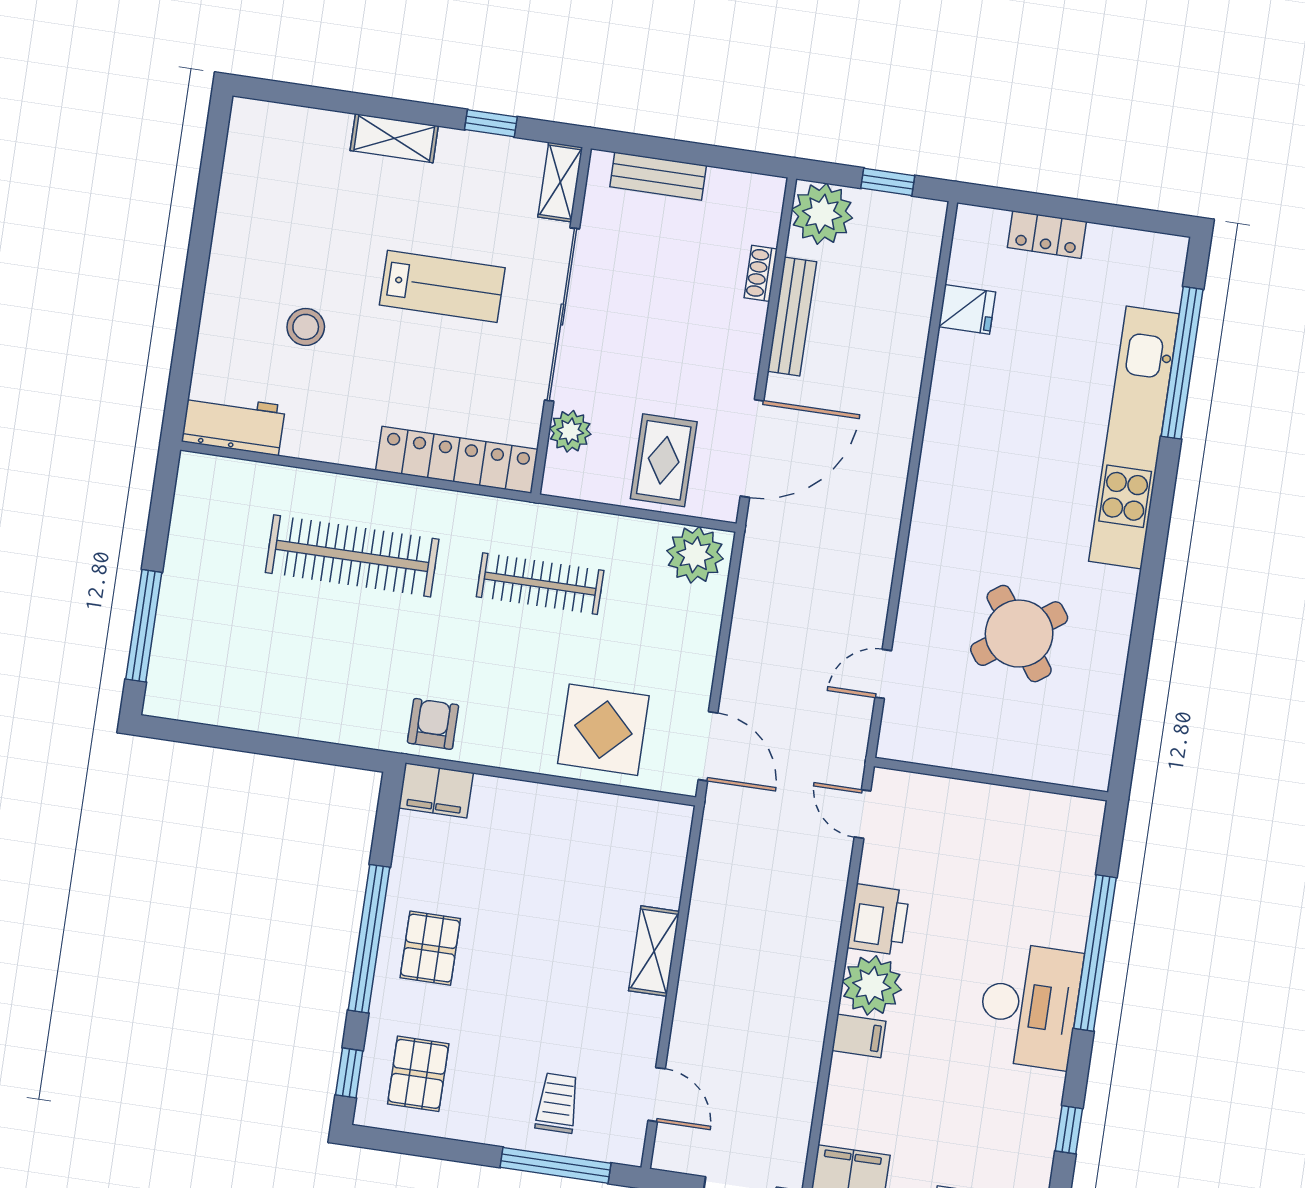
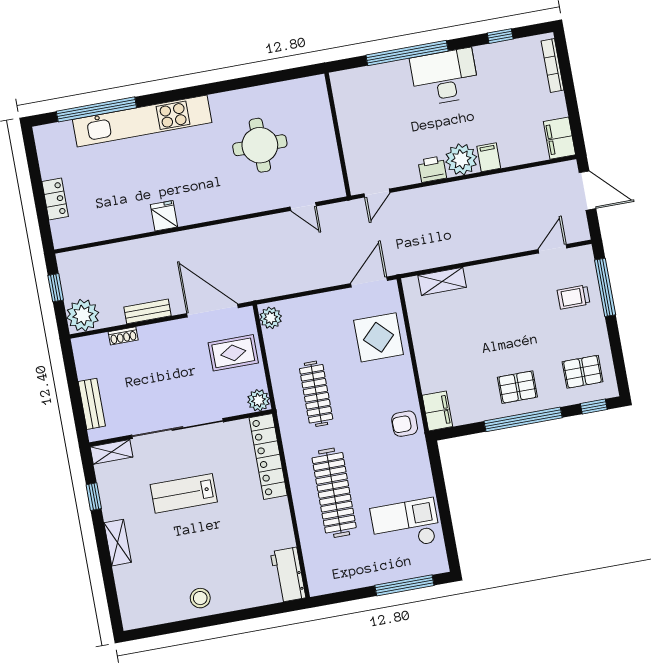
lab bench: (442, 286) -> (184, 493), turned -90
fridge: (967, 309) -> (164, 216), moved
bench: (792, 316) -> (147, 311), width x0.73
stool: (306, 327) -> (200, 598), moved
plant: (570, 431) -> (259, 400), moved
plant: (695, 555) -> (271, 318), width x0.73, depth x0.73
round table: (1019, 634) -> (260, 145), turned 36
checkout: (251, 664) -> (405, 525), added
printer: (878, 920) -> (432, 169), width x0.73, depth x0.81
shelving: (654, 951) -> (442, 281), moved

